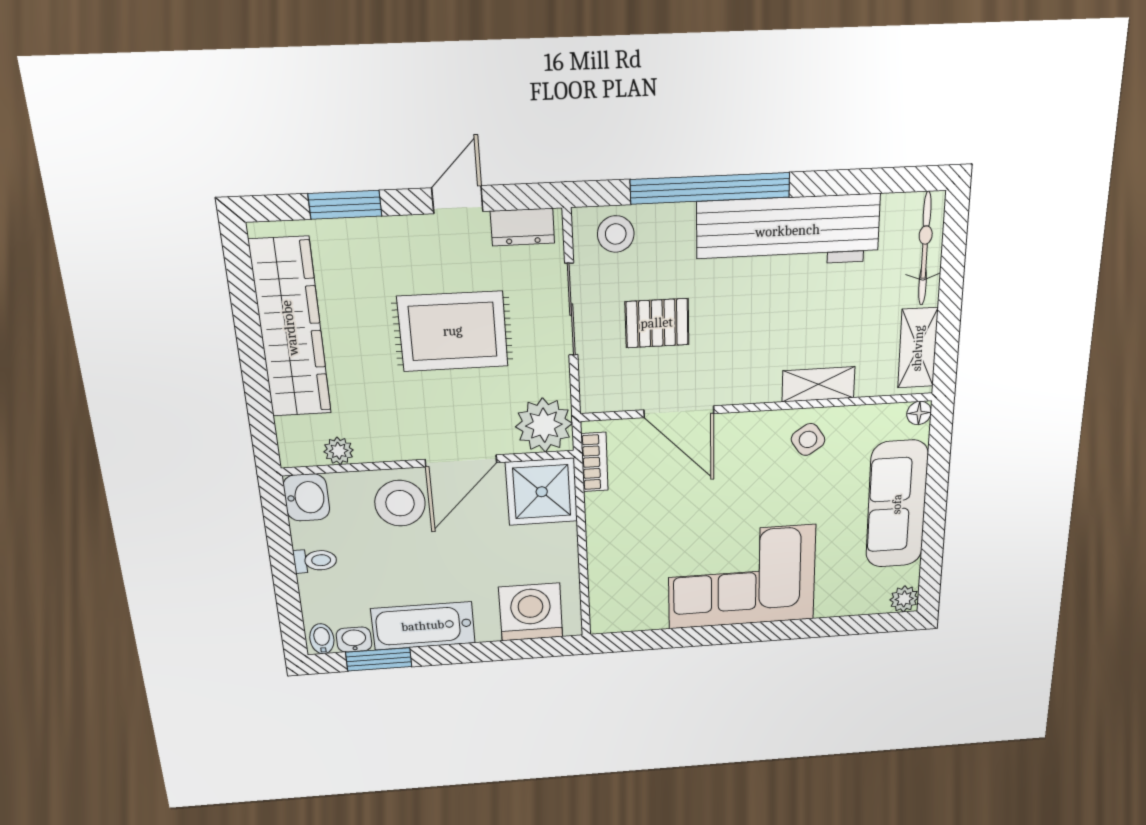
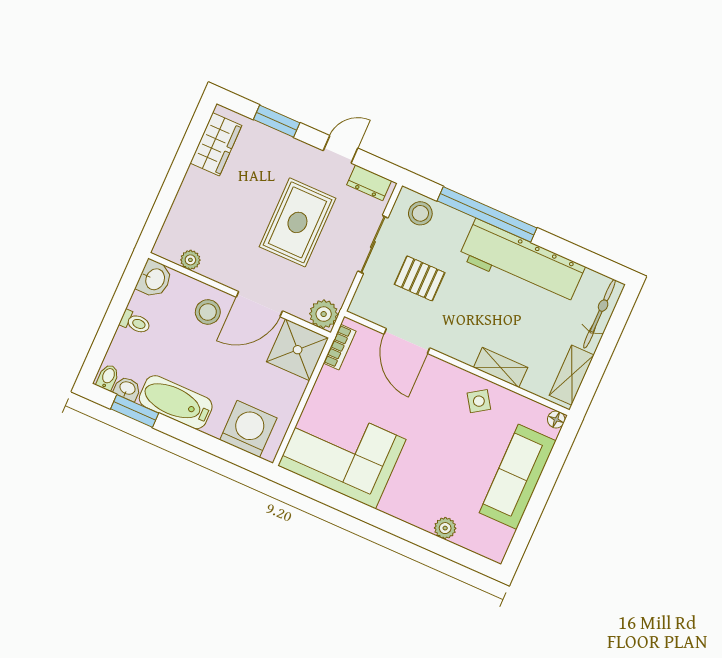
wardrobe: (290, 328) -> (216, 144), width x0.48, depth x0.85
rug: (453, 331) -> (297, 222), turned 90
plant: (544, 425) -> (324, 314), width x0.73, depth x0.73
stool: (400, 503) -> (208, 312), width x0.73, depth x0.73
corner sofa: (742, 577) -> (342, 453), moved
plant: (904, 599) -> (445, 528), moved

